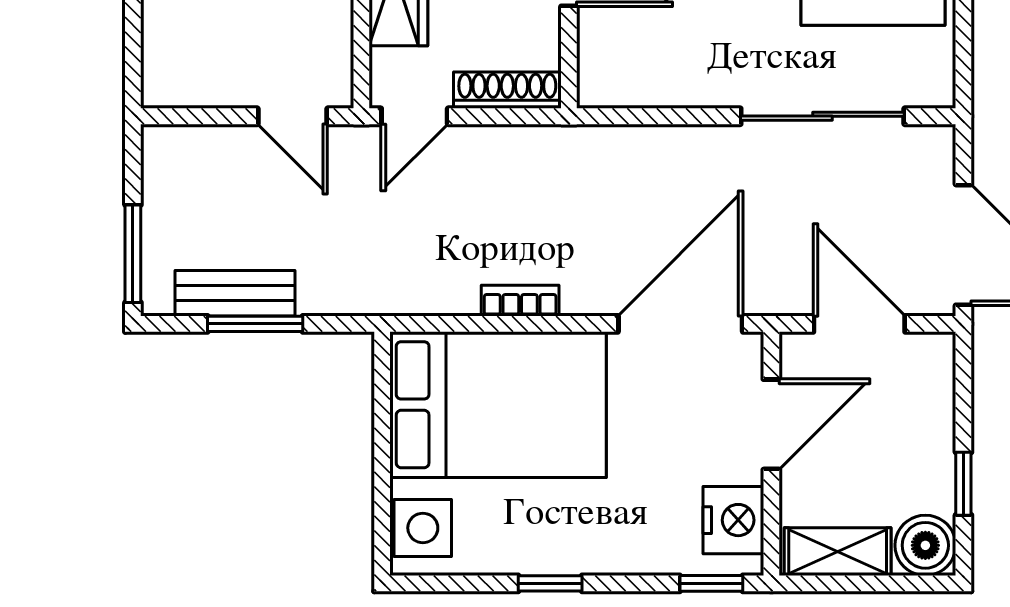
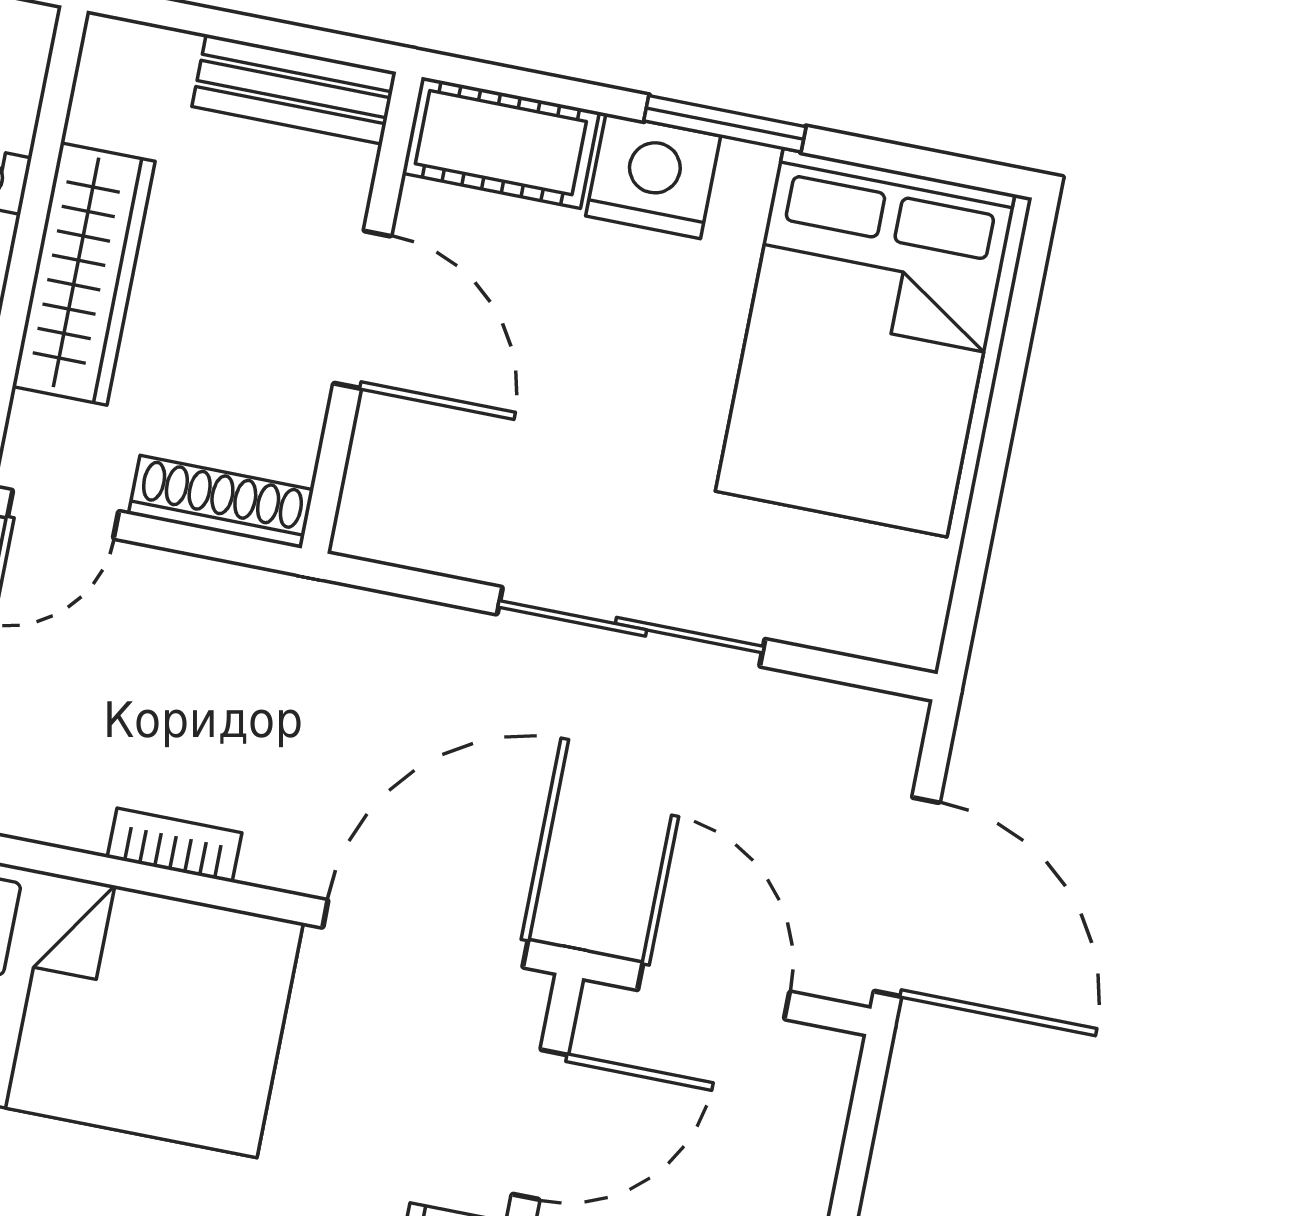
sliding door: (822, 116) -> (631, 627), moved

